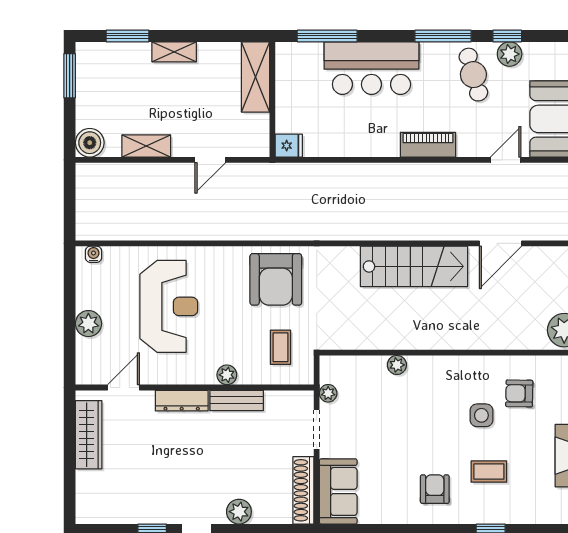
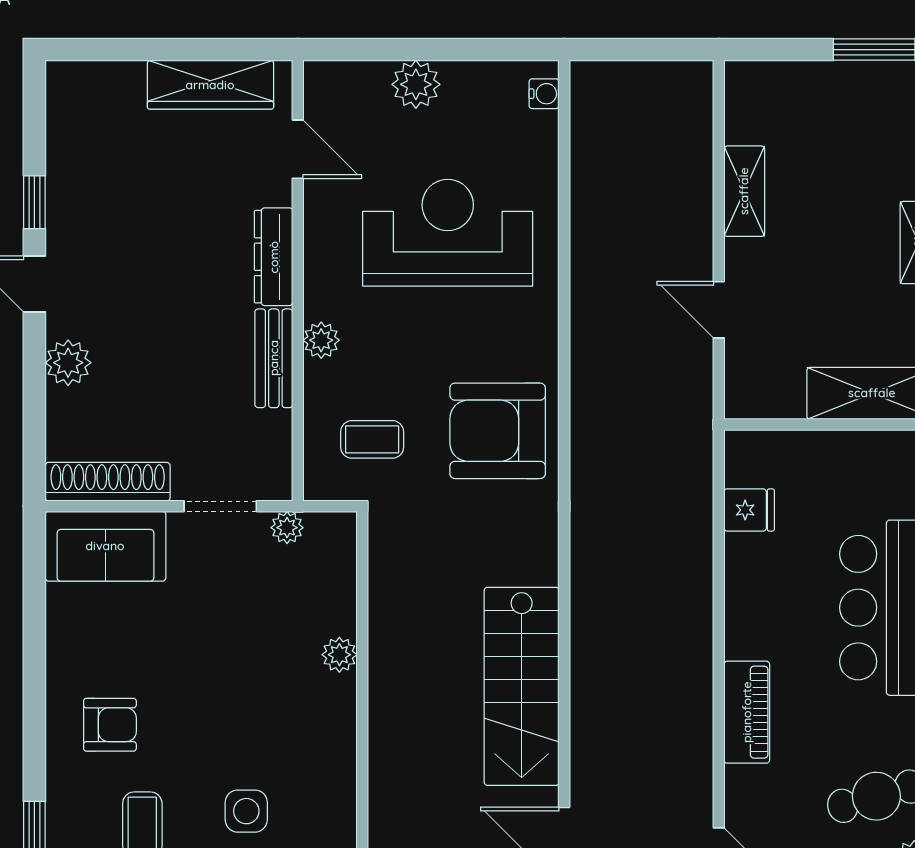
boiler: (90, 143) -> (750, 87), removed
fridge: (289, 146) -> (749, 510), moved, turned -90
reception desk: (169, 306) -> (448, 233), turned 180

